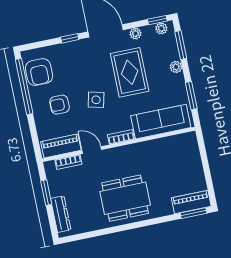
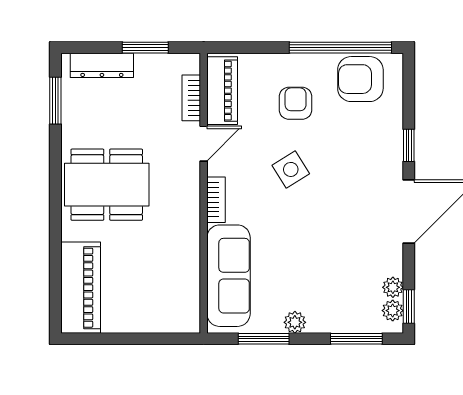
plant: (135, 34) -> (393, 287), moved
plant: (176, 67) -> (295, 322), moved
rug: (130, 72) -> (327, 239), removed
side table: (96, 100) -> (291, 169), turned 45
dining table: (125, 198) -> (107, 185), turned 90
piano: (191, 202) -> (81, 288), width x1.37, depth x1.33
window: (193, 213) -> (55, 101), moved

